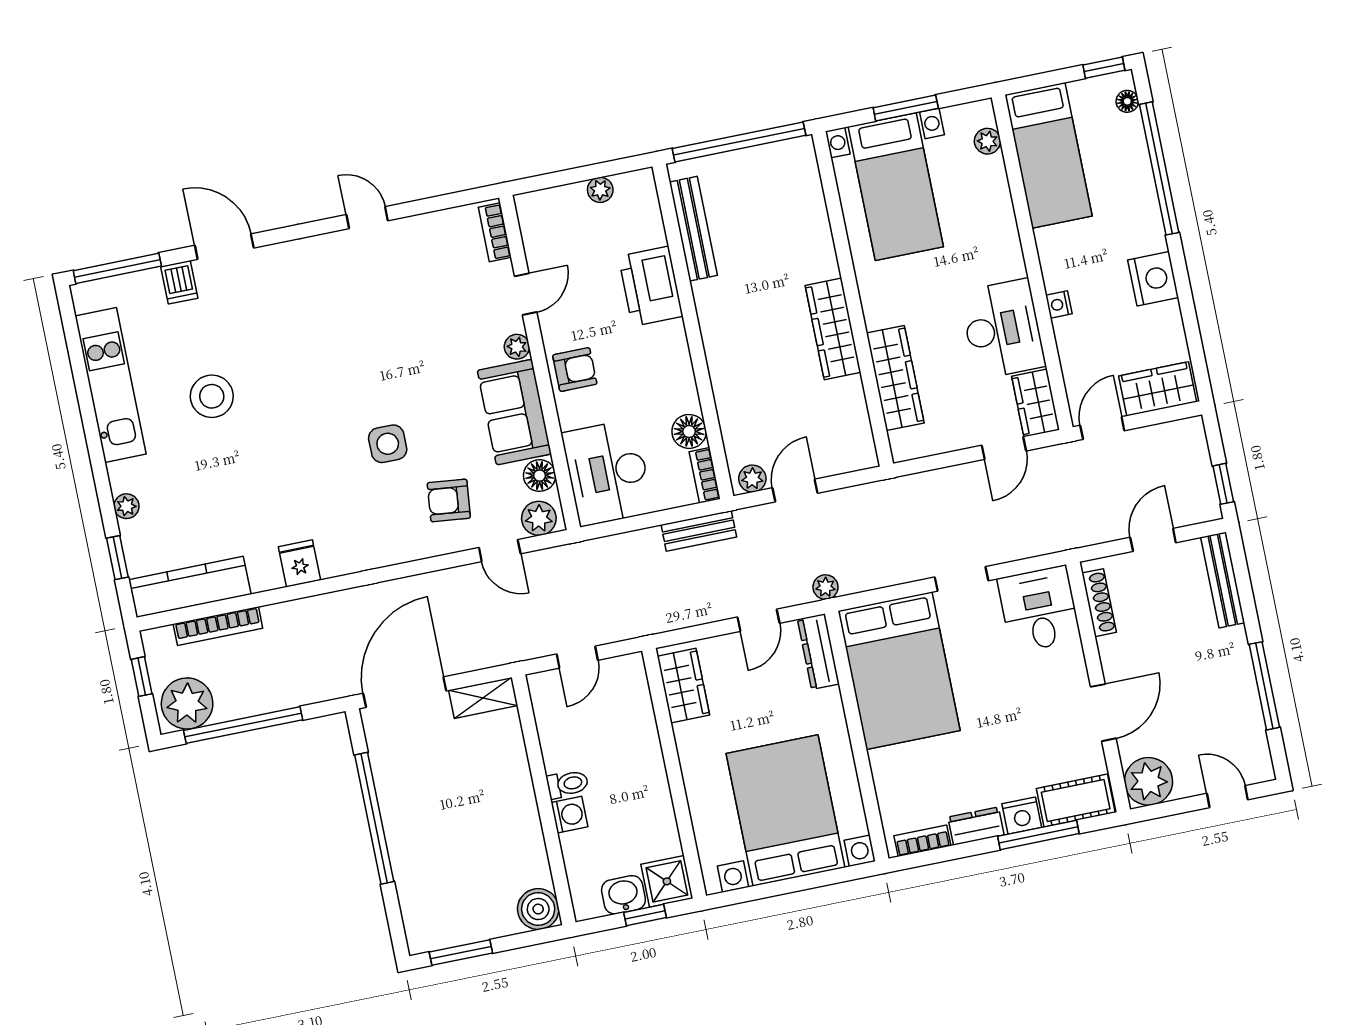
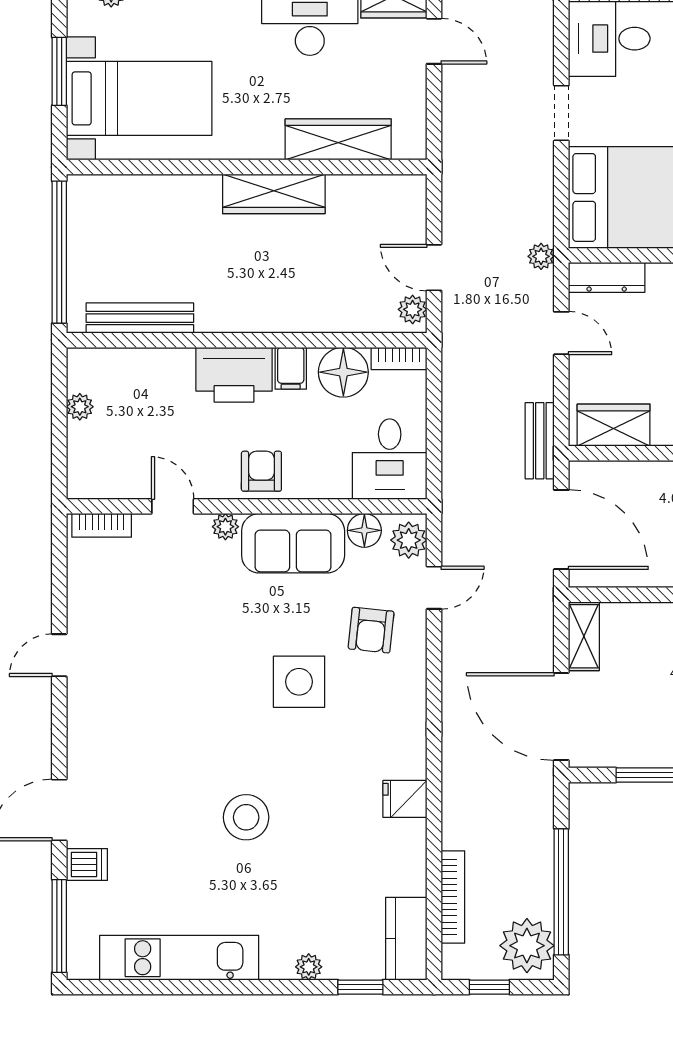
printer: (651, 286) -> (234, 375), moved
filing cabinet: (675, 377) -> (291, 368), added
stool: (212, 396) -> (246, 817), moved
floor lamp: (689, 431) -> (343, 372), width x1.38, depth x1.38
side table: (388, 444) -> (299, 682), width x1.37, depth x1.37
desk: (607, 473) -> (390, 459), width x0.73
bench: (699, 531) -> (540, 441), moved
kitchen counter: (190, 587) -> (406, 939), width x0.67
door: (577, 657) -> (561, 530), width x1.87

